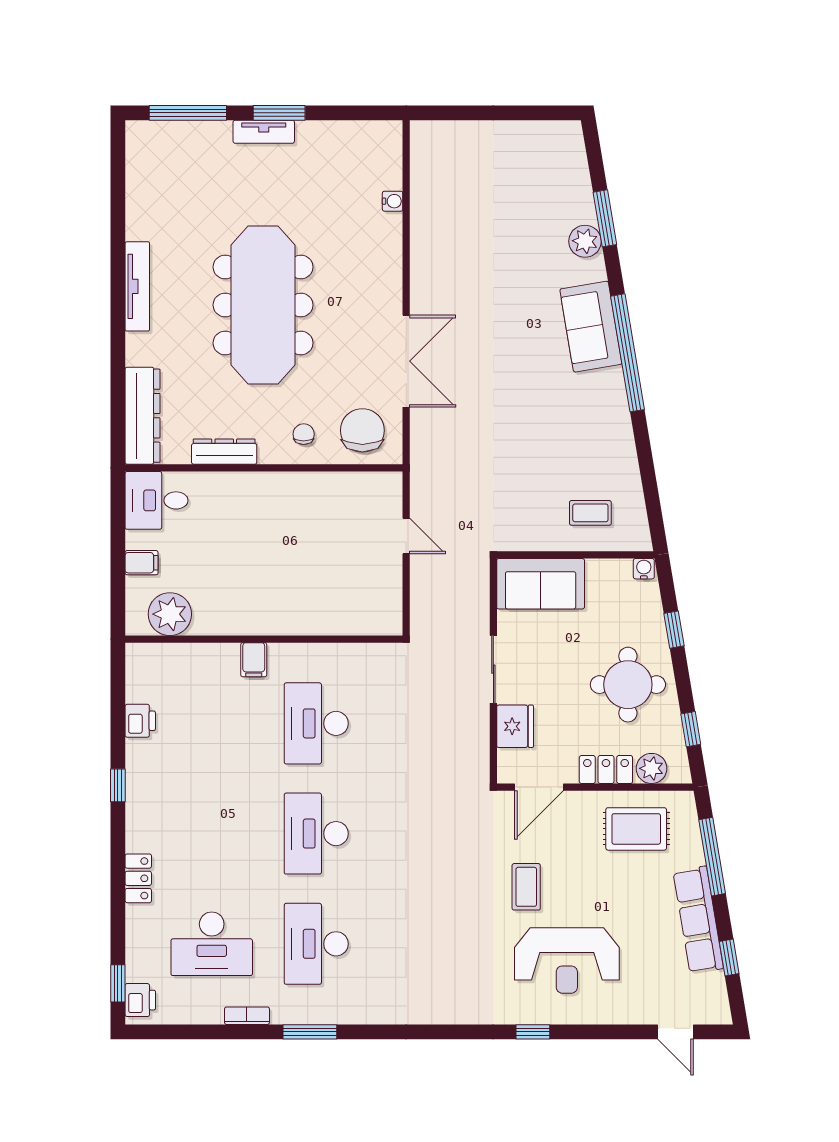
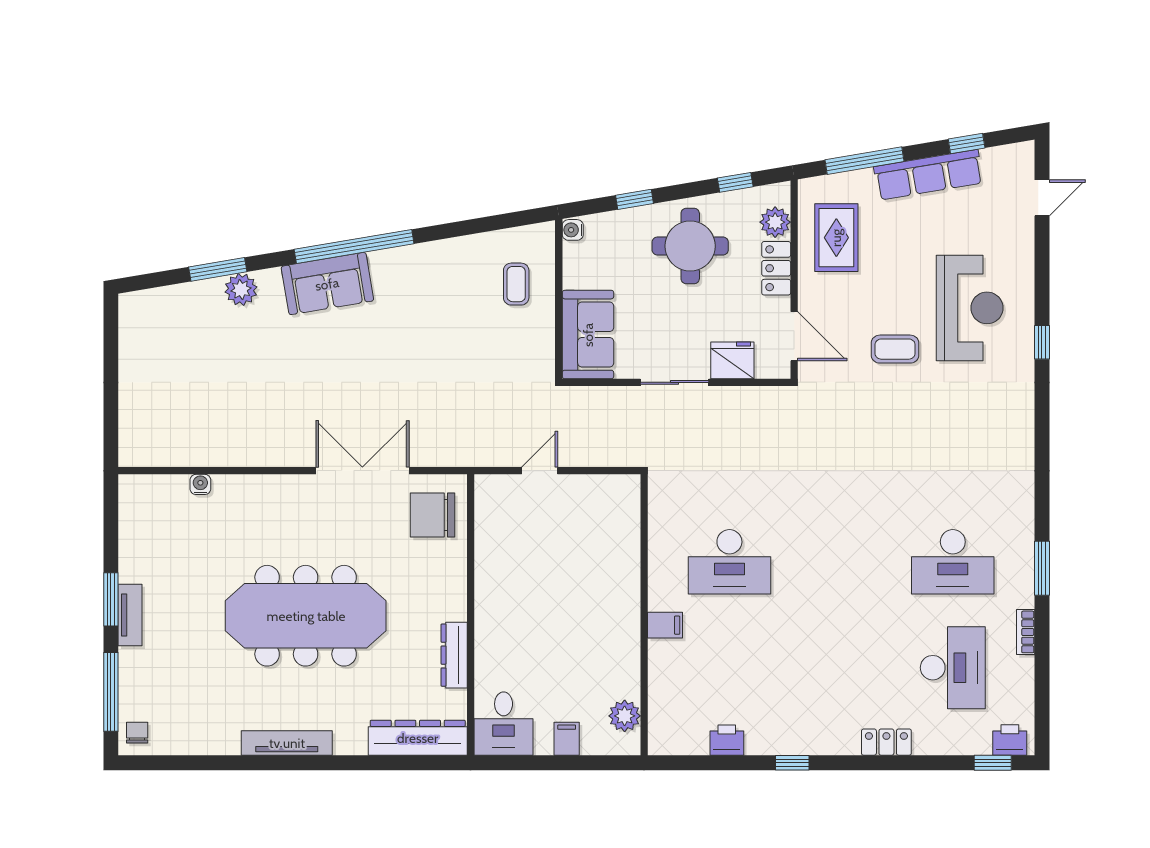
chair: (304, 434) -> (137, 733), moved, turned 90
plant: (170, 614) -> (625, 716), width x0.73, depth x0.73
desk: (316, 834) -> (841, 562), removed

